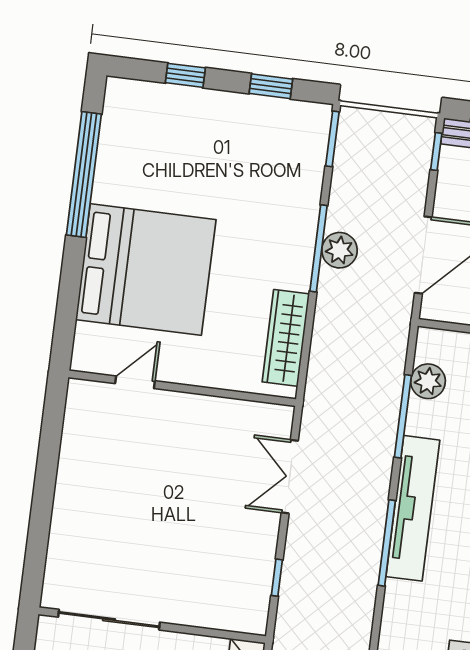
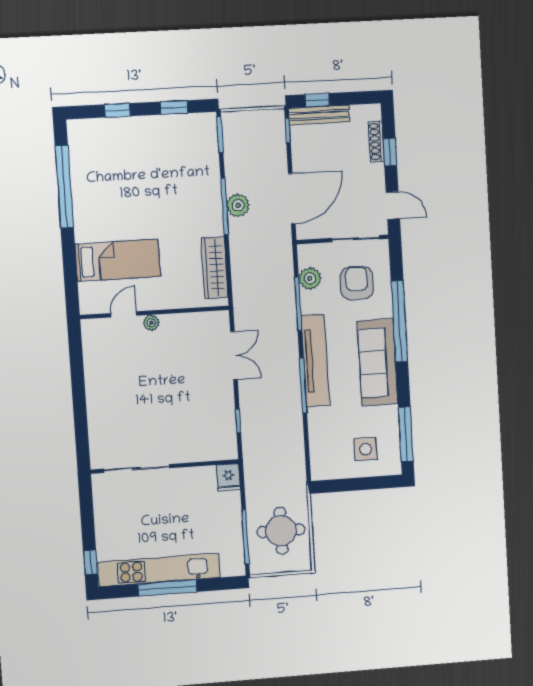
bed: (146, 270) -> (118, 260), width x0.49
plant: (174, 403) -> (151, 323), added
double door: (290, 477) -> (234, 356), swing flipped

